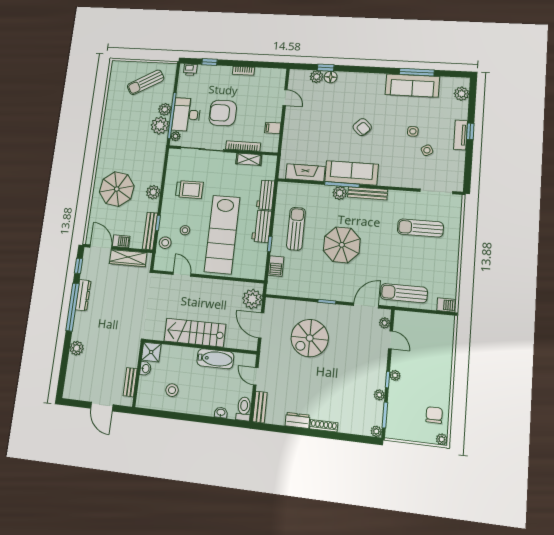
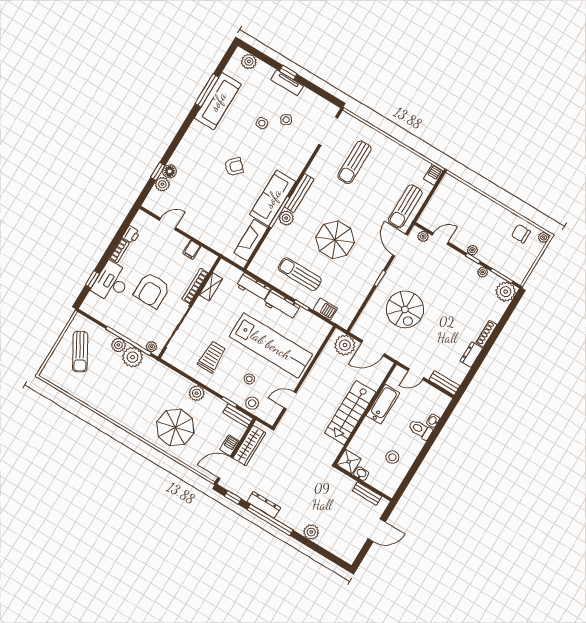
printer: (190, 70) -> (131, 235), moved
desk: (186, 115) -> (112, 282), moved, turned 90
bench: (150, 231) -> (238, 416), width x0.73
toilet: (244, 409) -> (420, 430), moved
plant: (376, 431) -> (506, 292), width x1.88, depth x1.88

